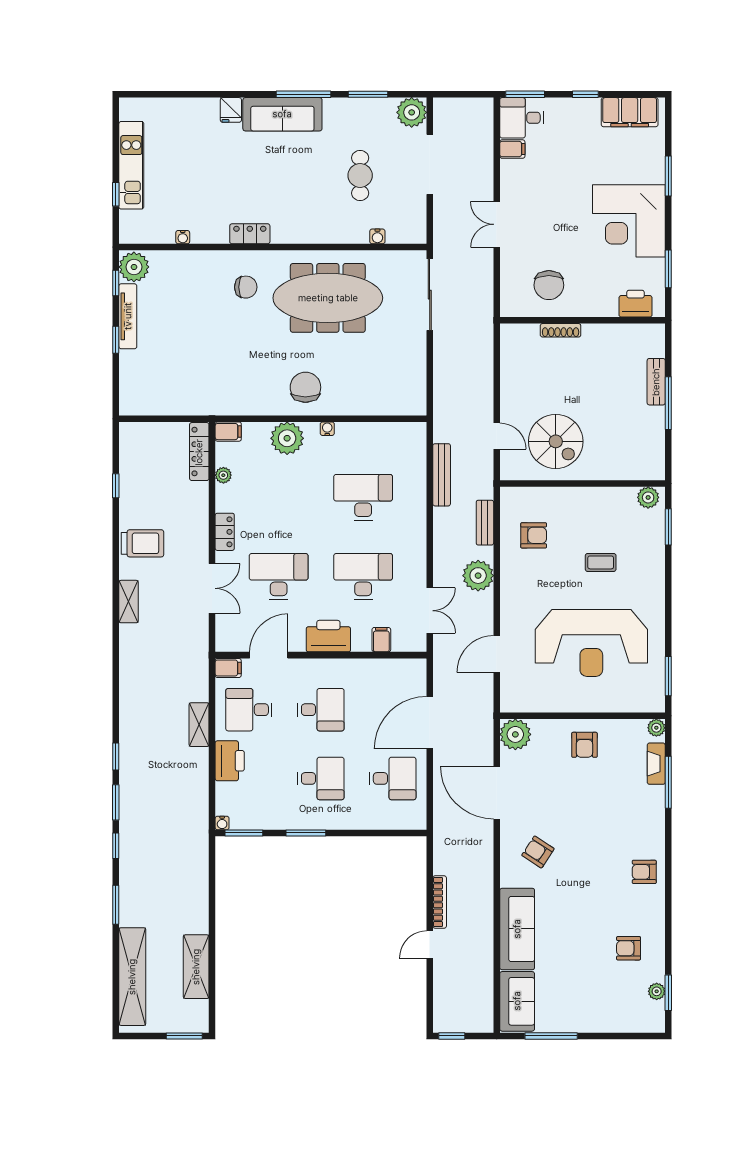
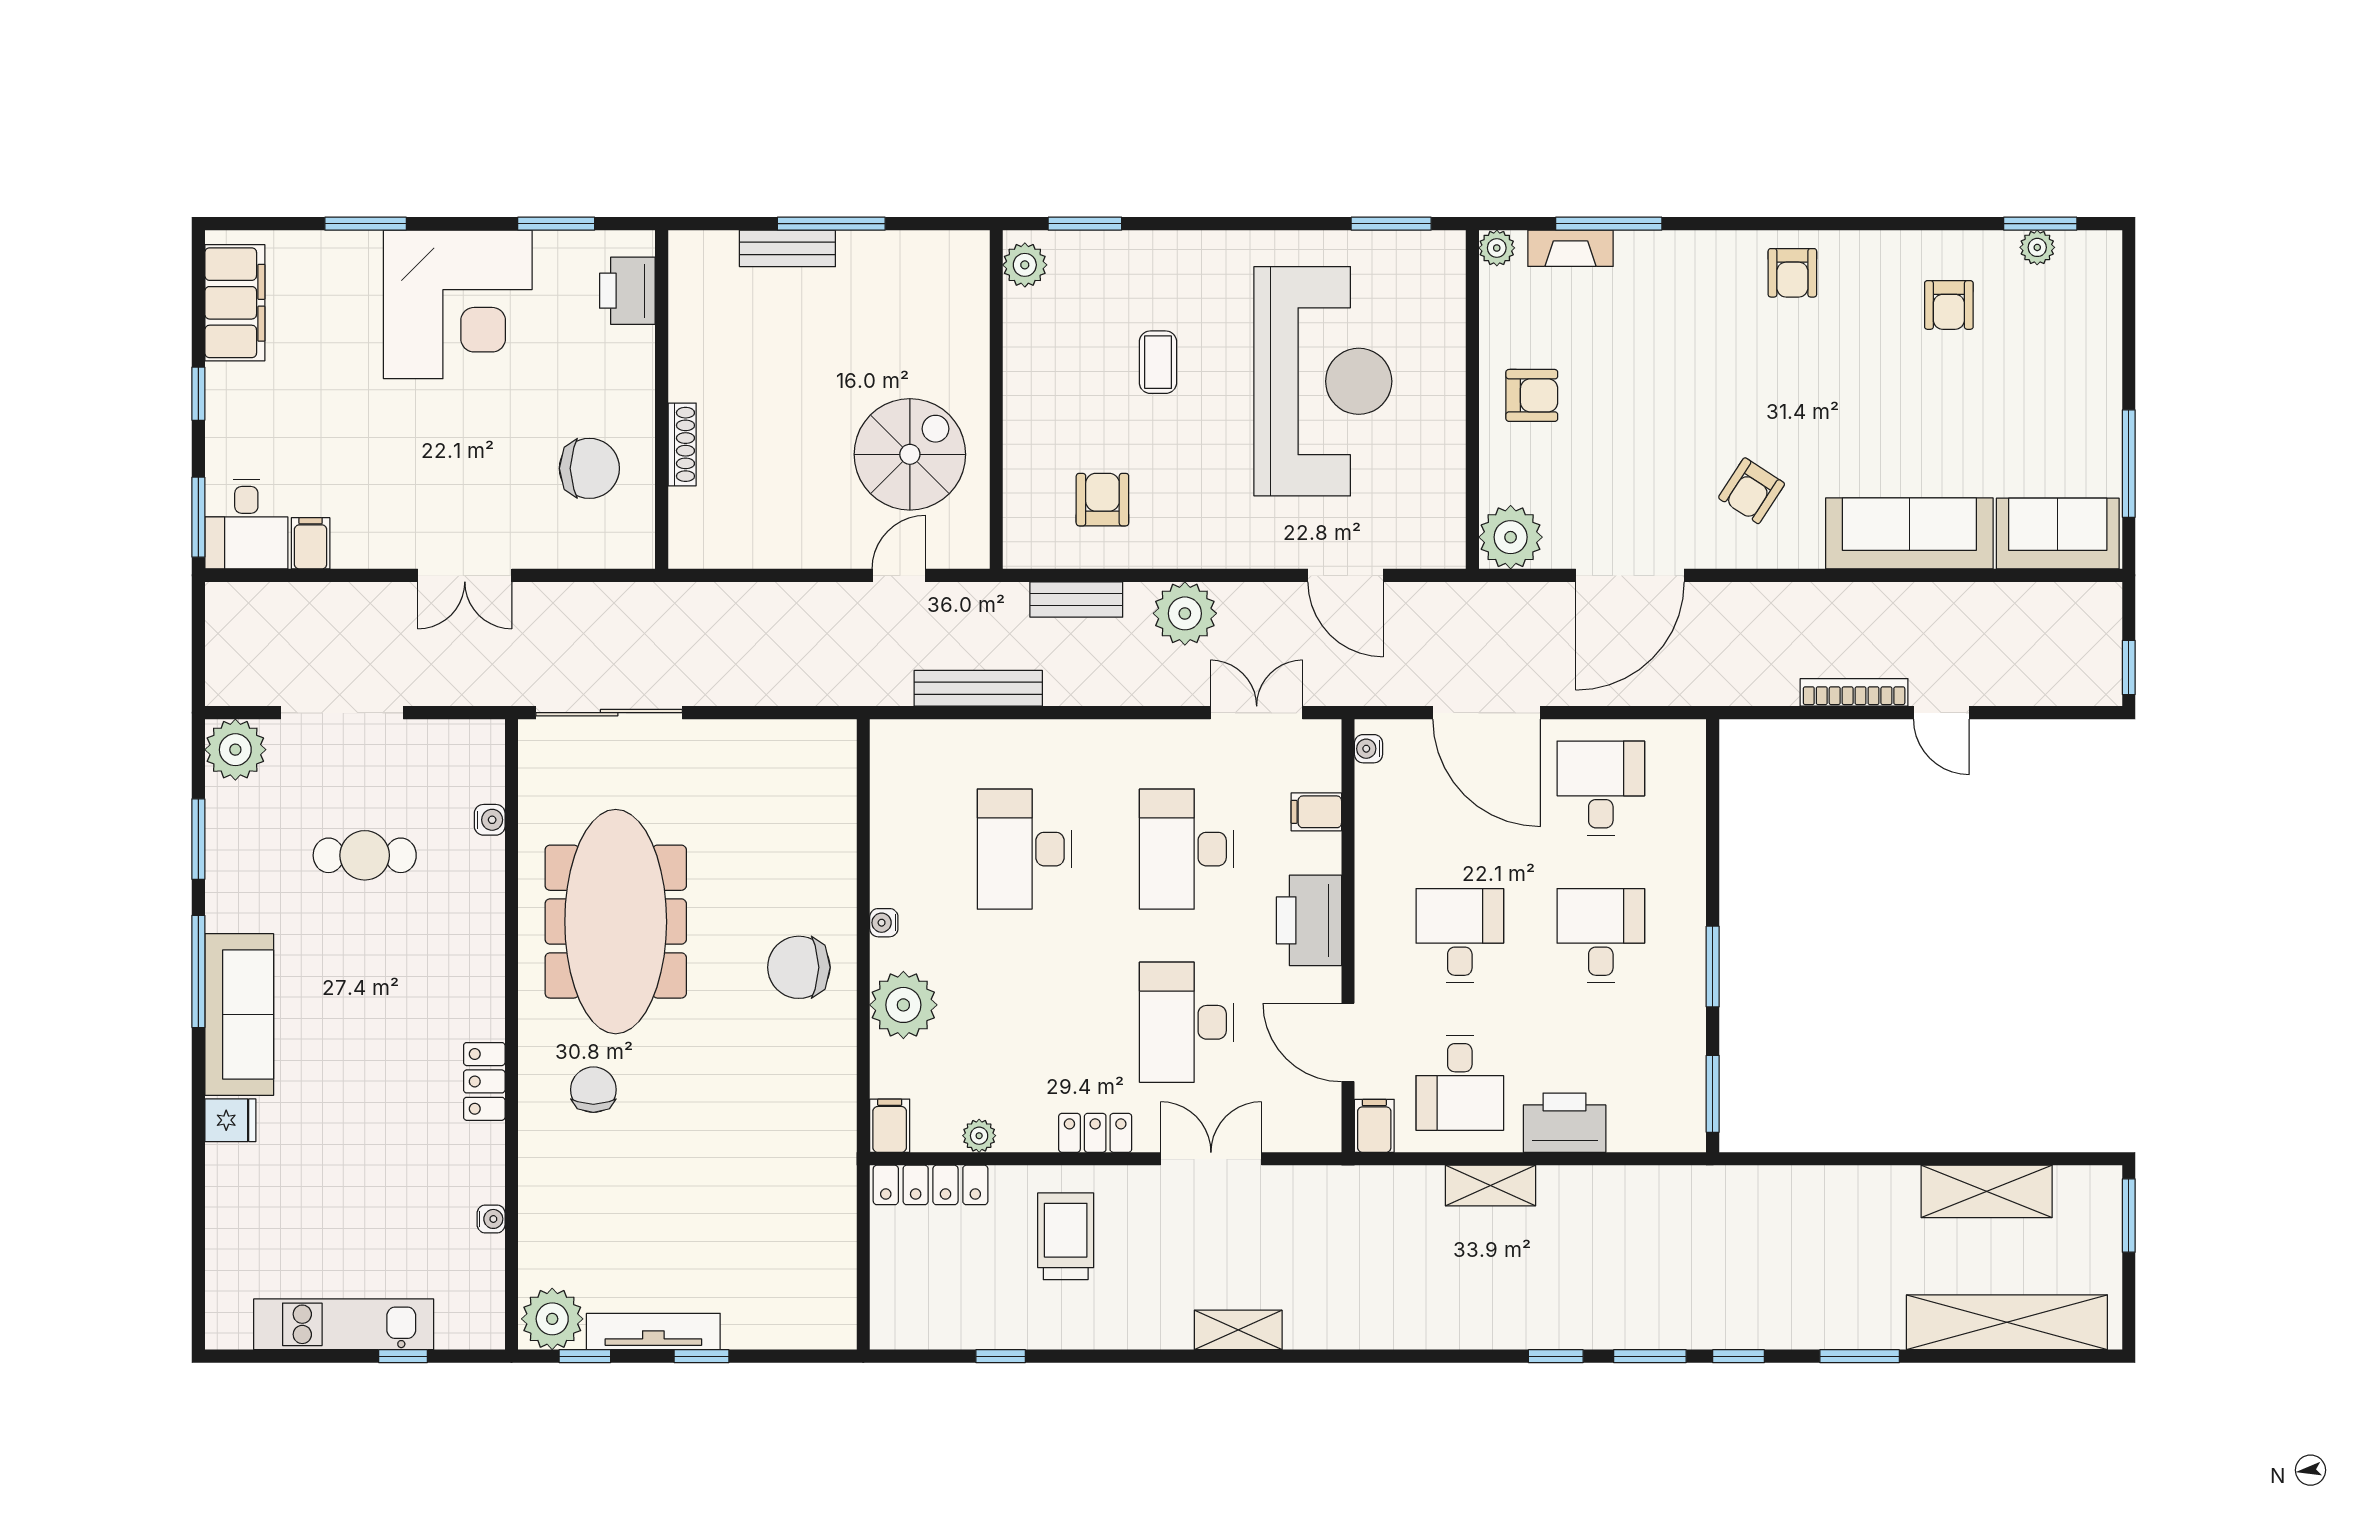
trolley: (142, 543) -> (1066, 1236), moved
water cooler: (222, 823) -> (1369, 749), moved, turned 180

